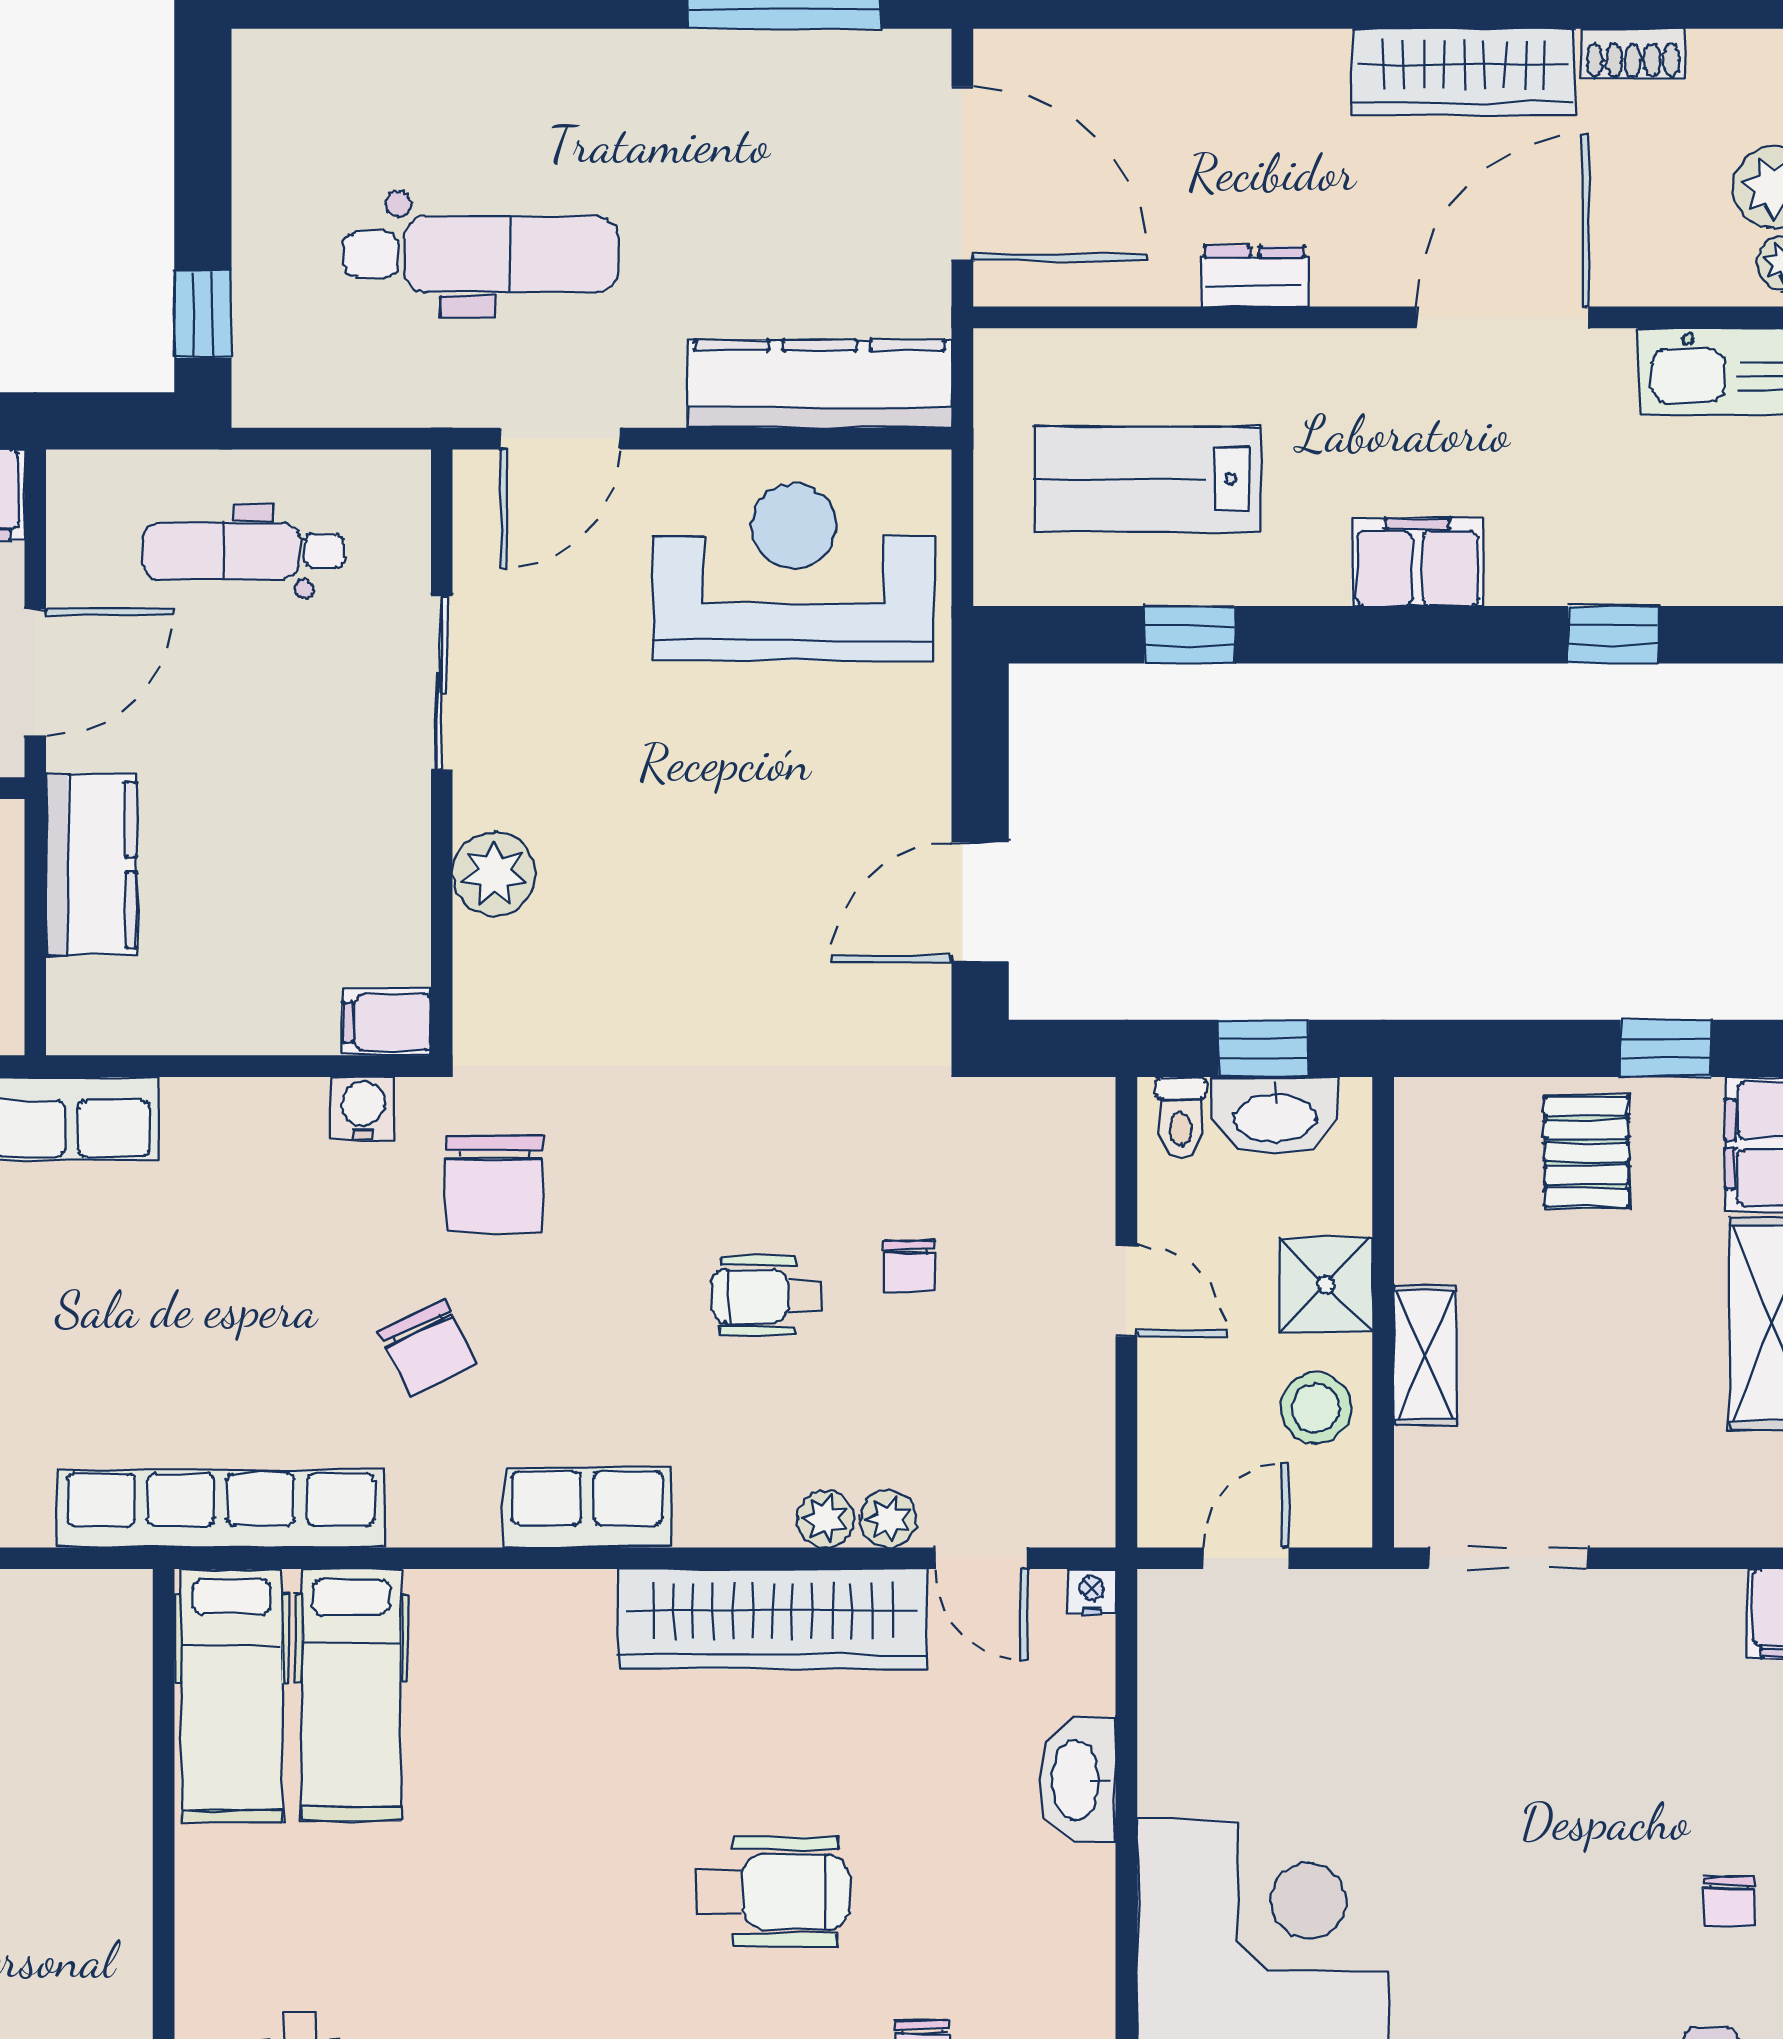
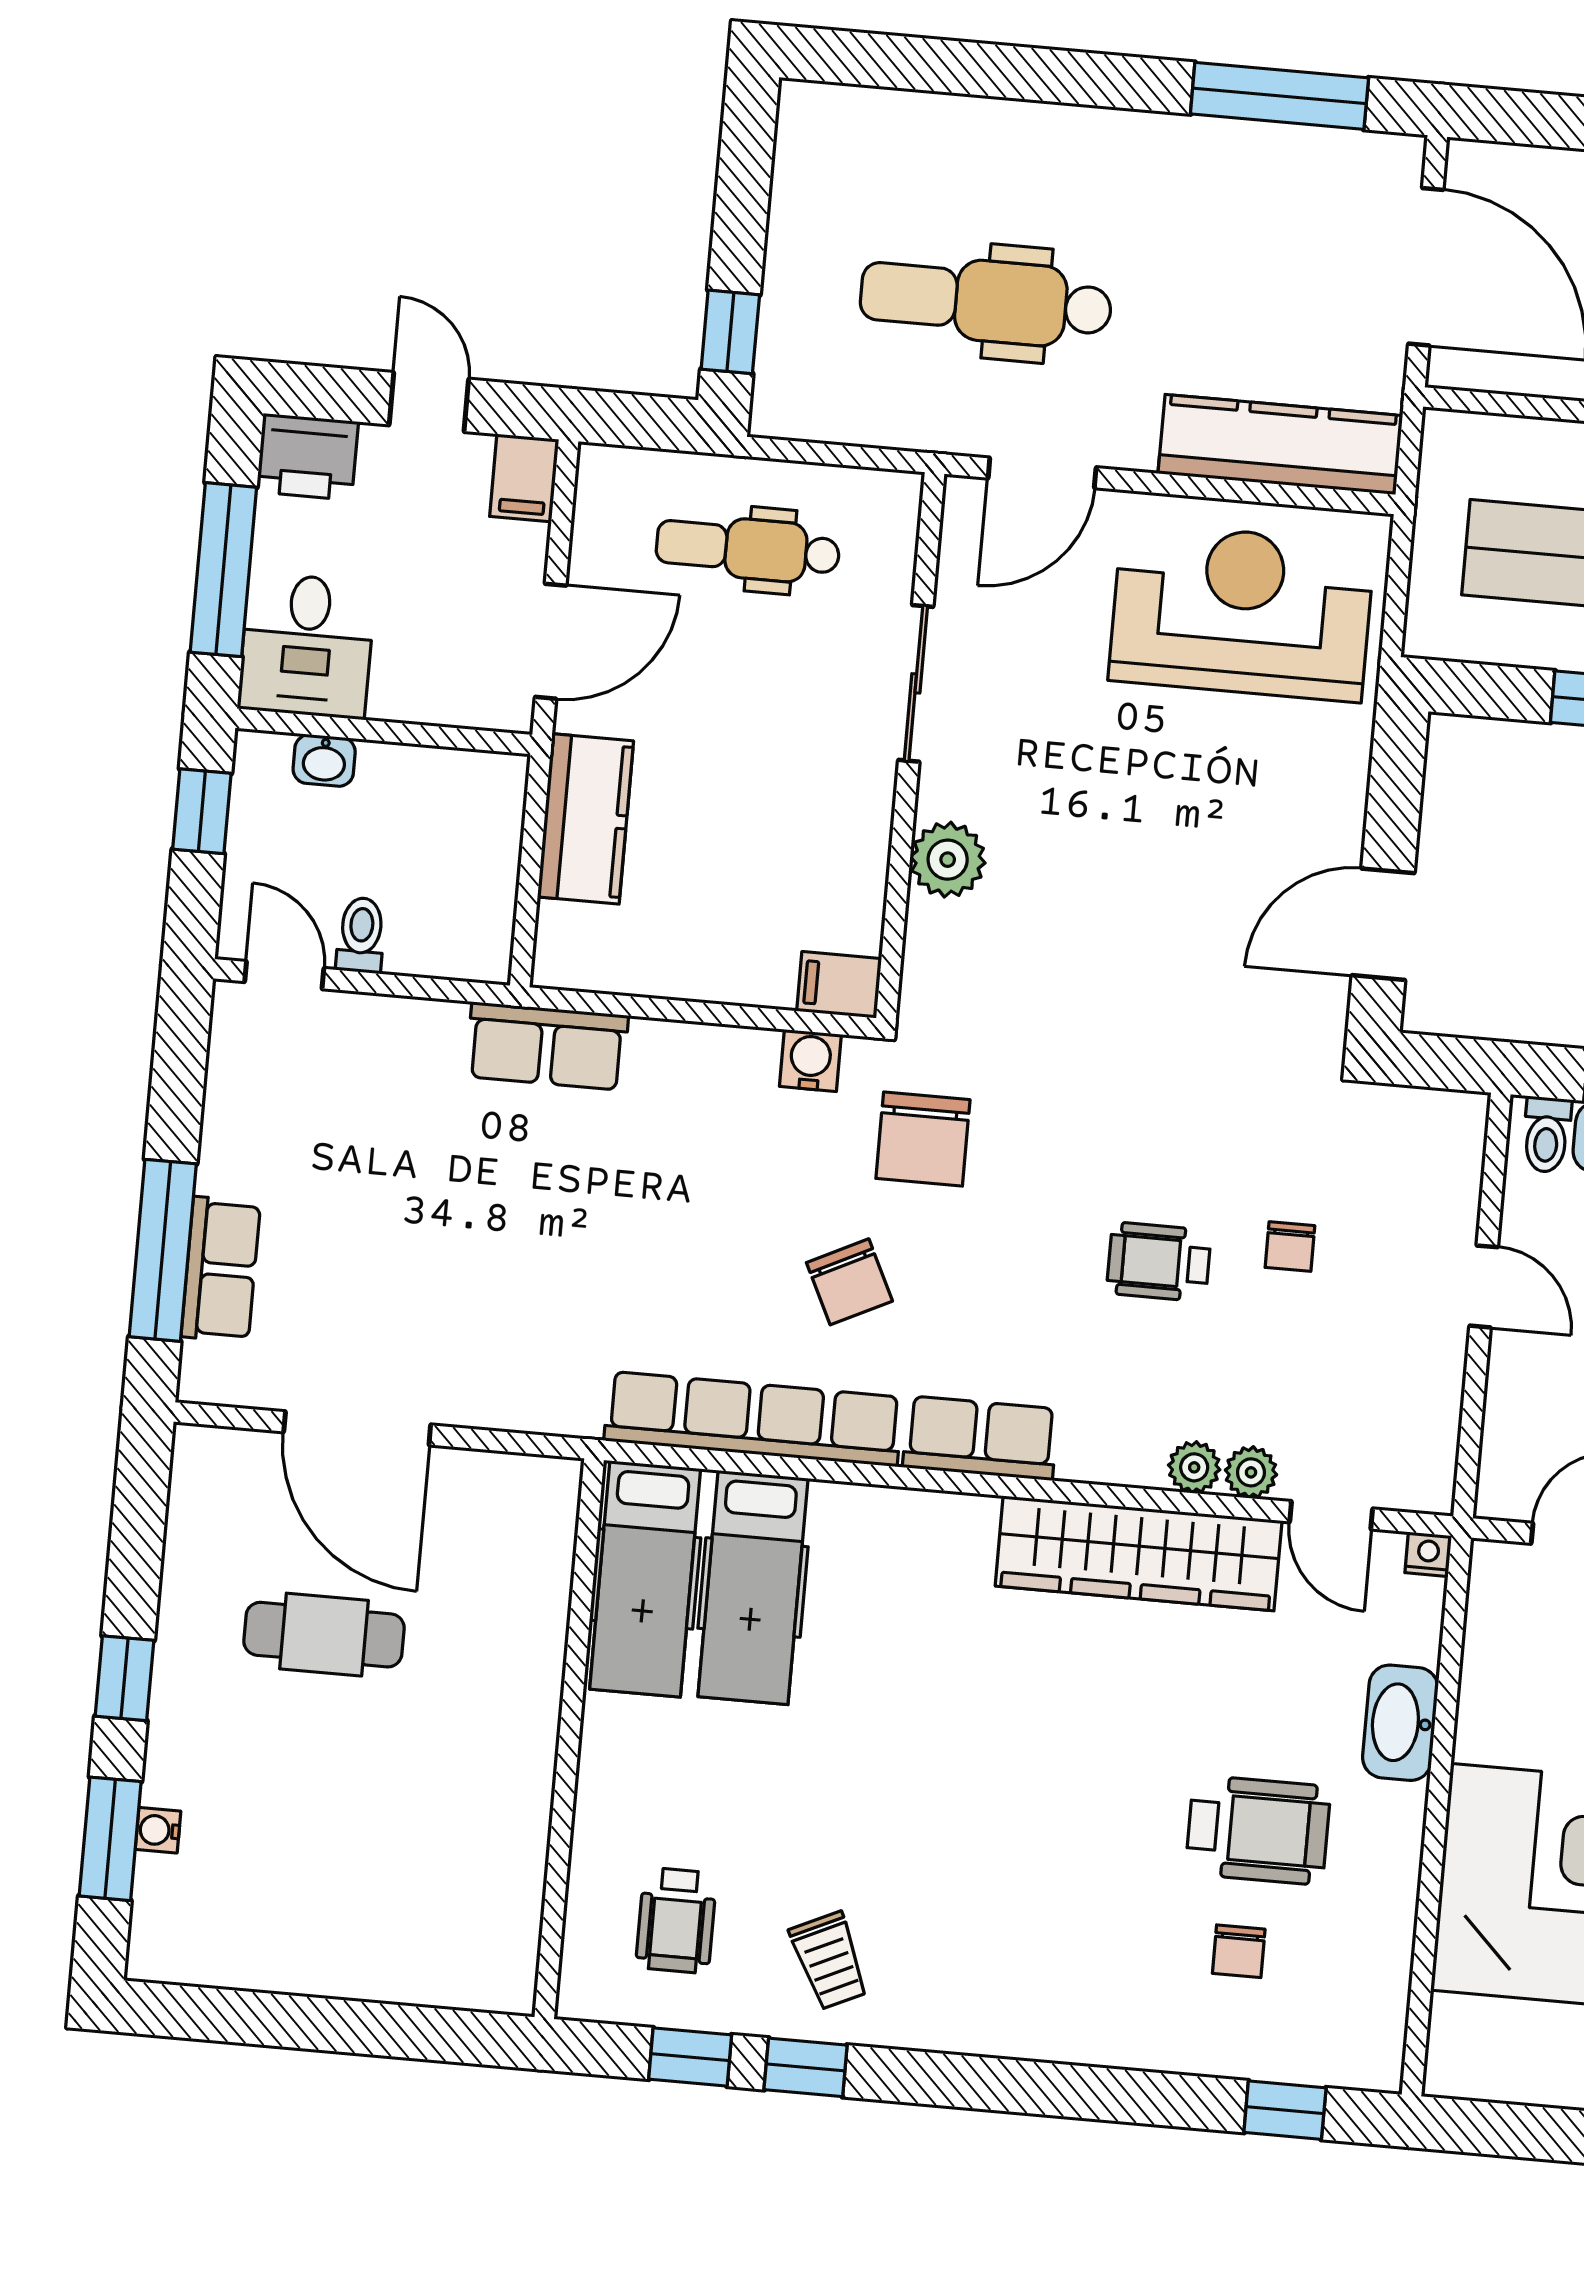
dental chair: (481, 255) -> (986, 301), turned 180
row of seats: (221, 1509) -> (753, 1419), moved
wheelchair: (773, 1892) -> (1258, 1830), moved

